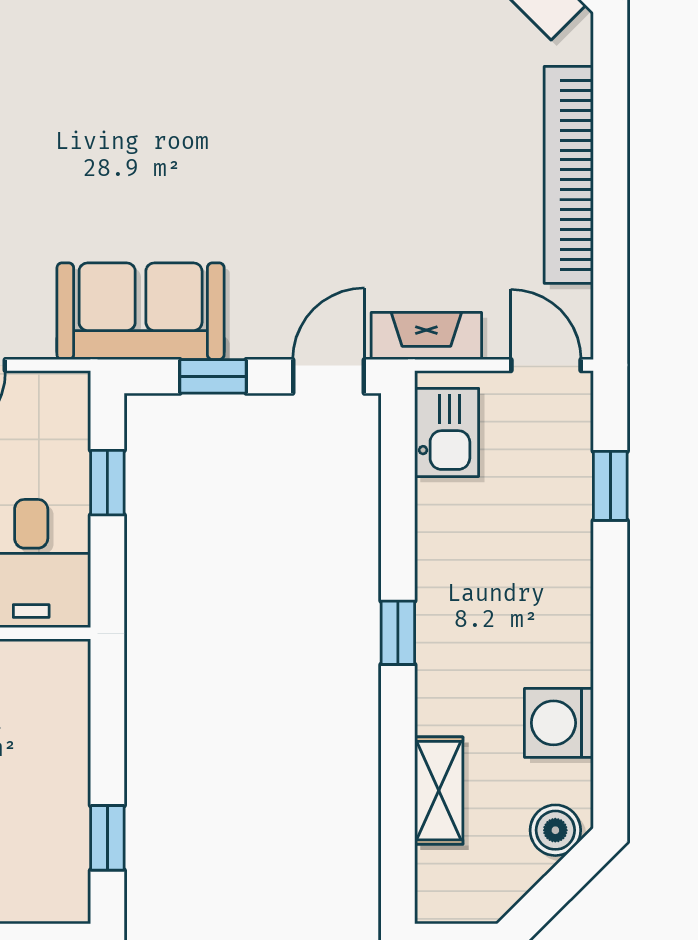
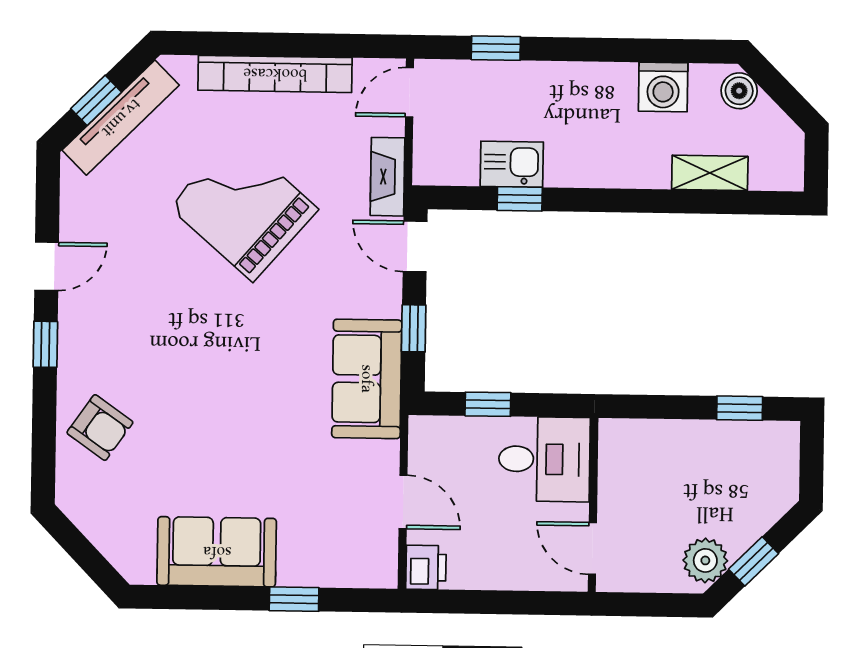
grand piano: (379, 133) -> (244, 208), added
kitchen sink: (447, 432) -> (512, 164), moved
window: (398, 633) -> (520, 199), moved

